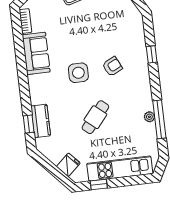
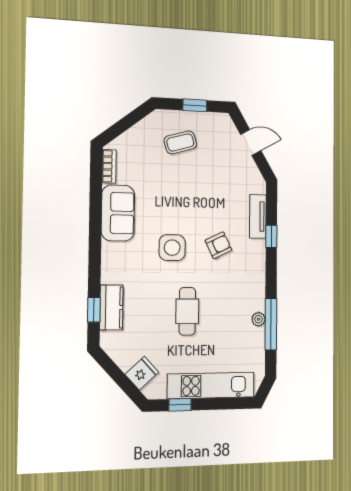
tv unit: (139, 41) -> (258, 216), added
cafe table: (95, 117) -> (187, 311), turned -40

